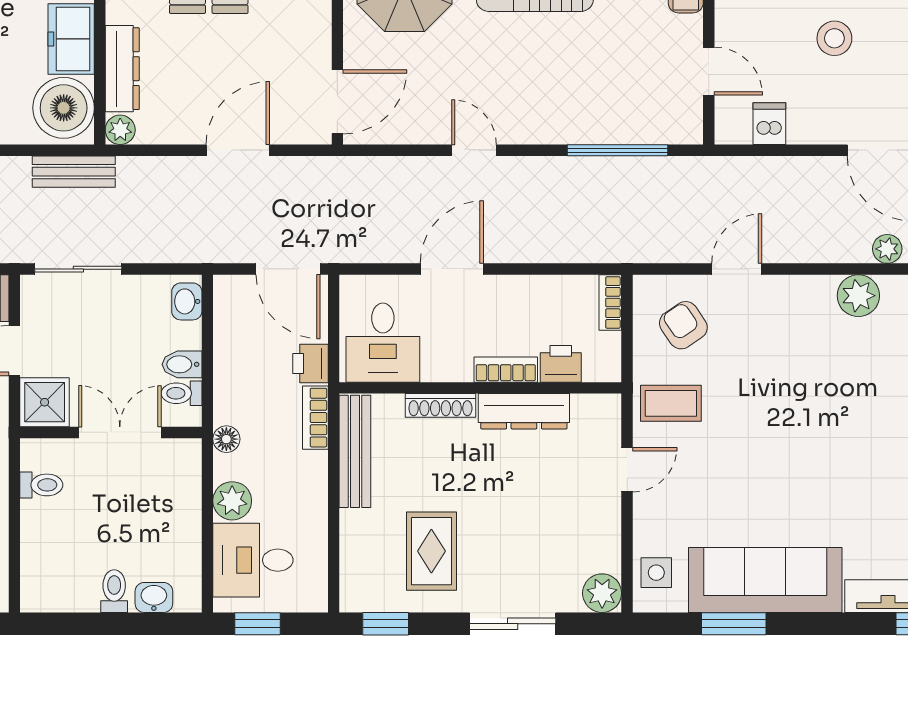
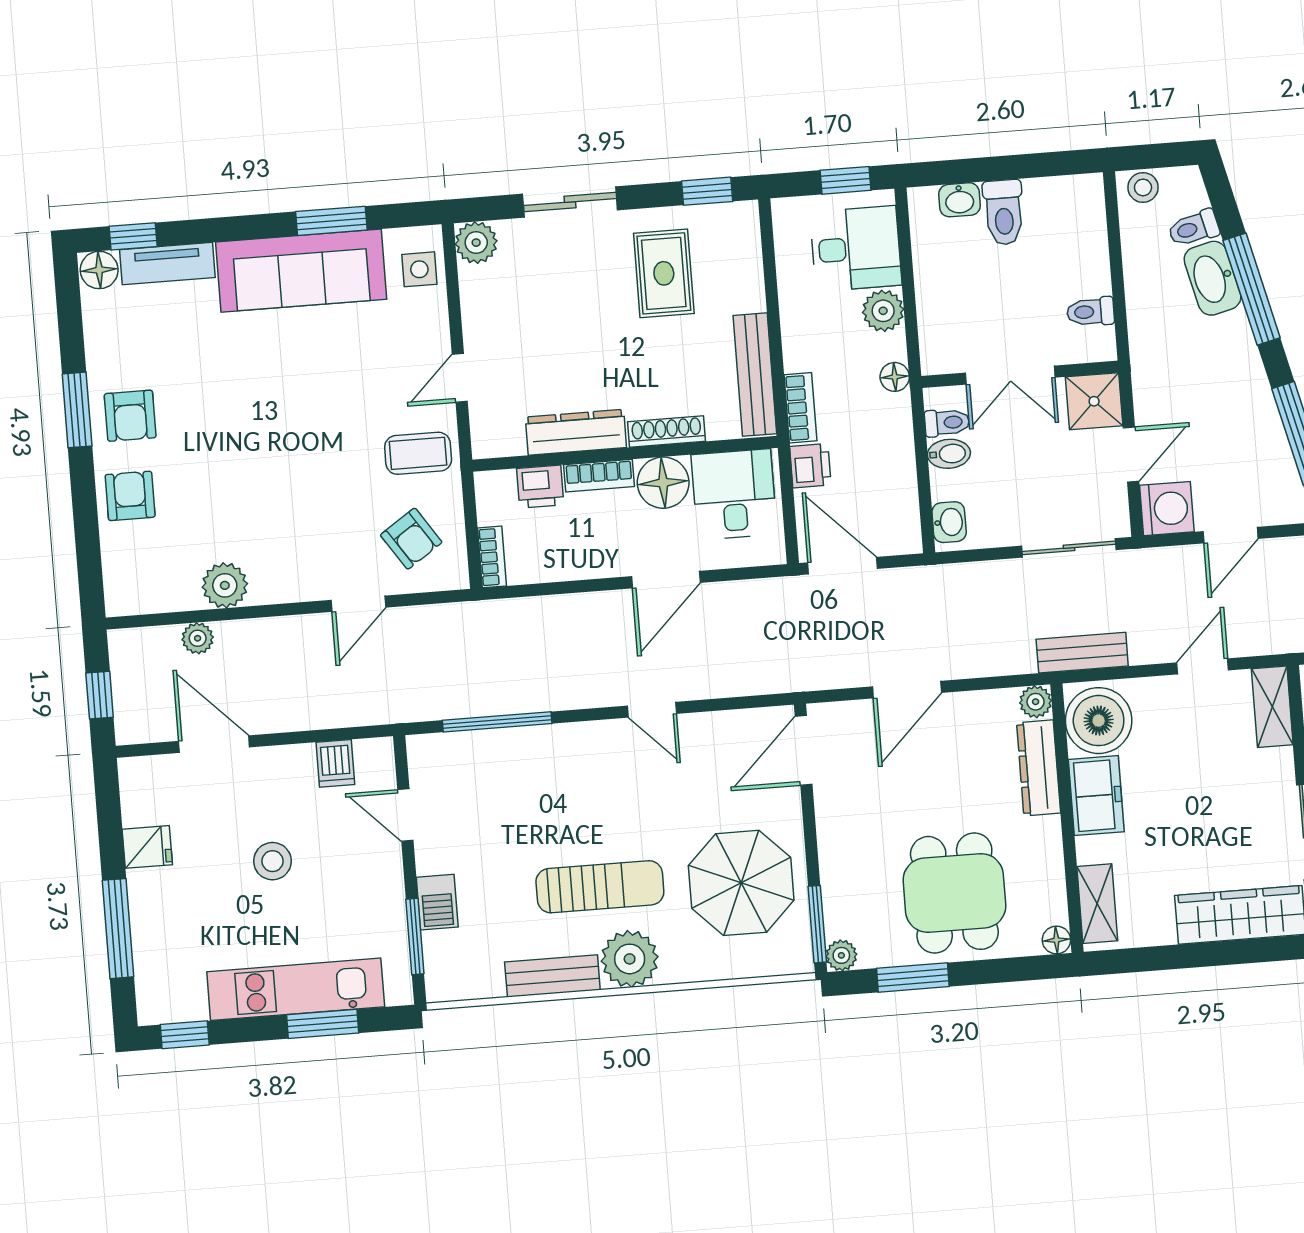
floor lamp: (447, 359) -> (663, 483), added
toilet: (114, 591) -> (1004, 212), width x1.37, depth x1.39

